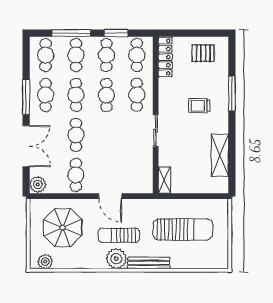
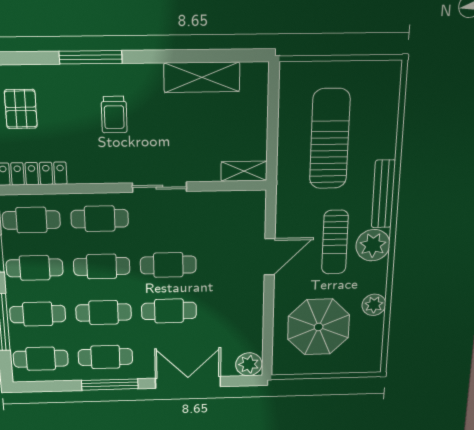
cafe table: (76, 175) -> (168, 265), moved
plant: (45, 262) -> (374, 305), moved

